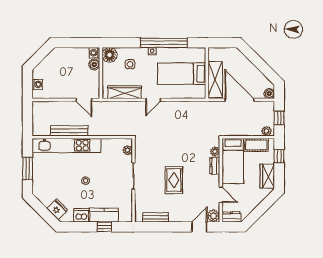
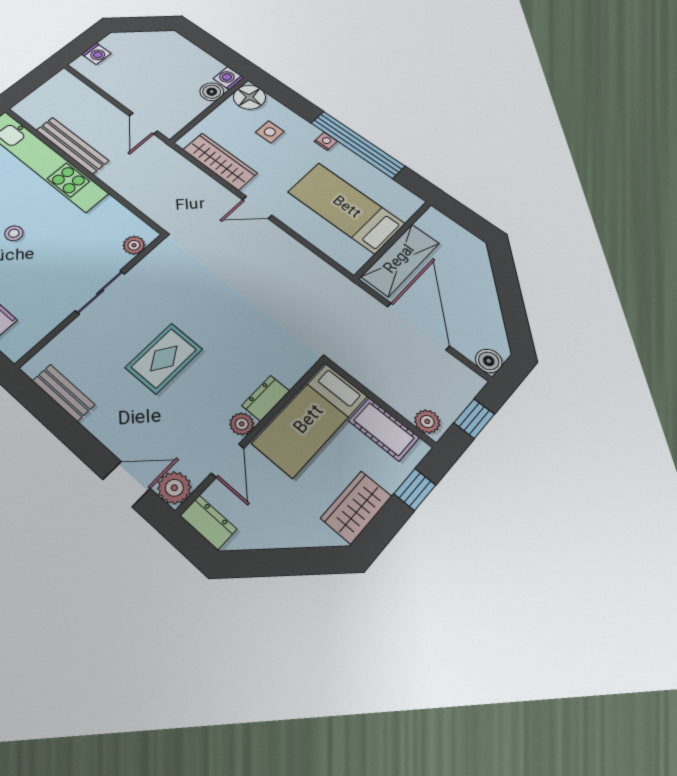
plant: (215, 151) -> (242, 424), moved

